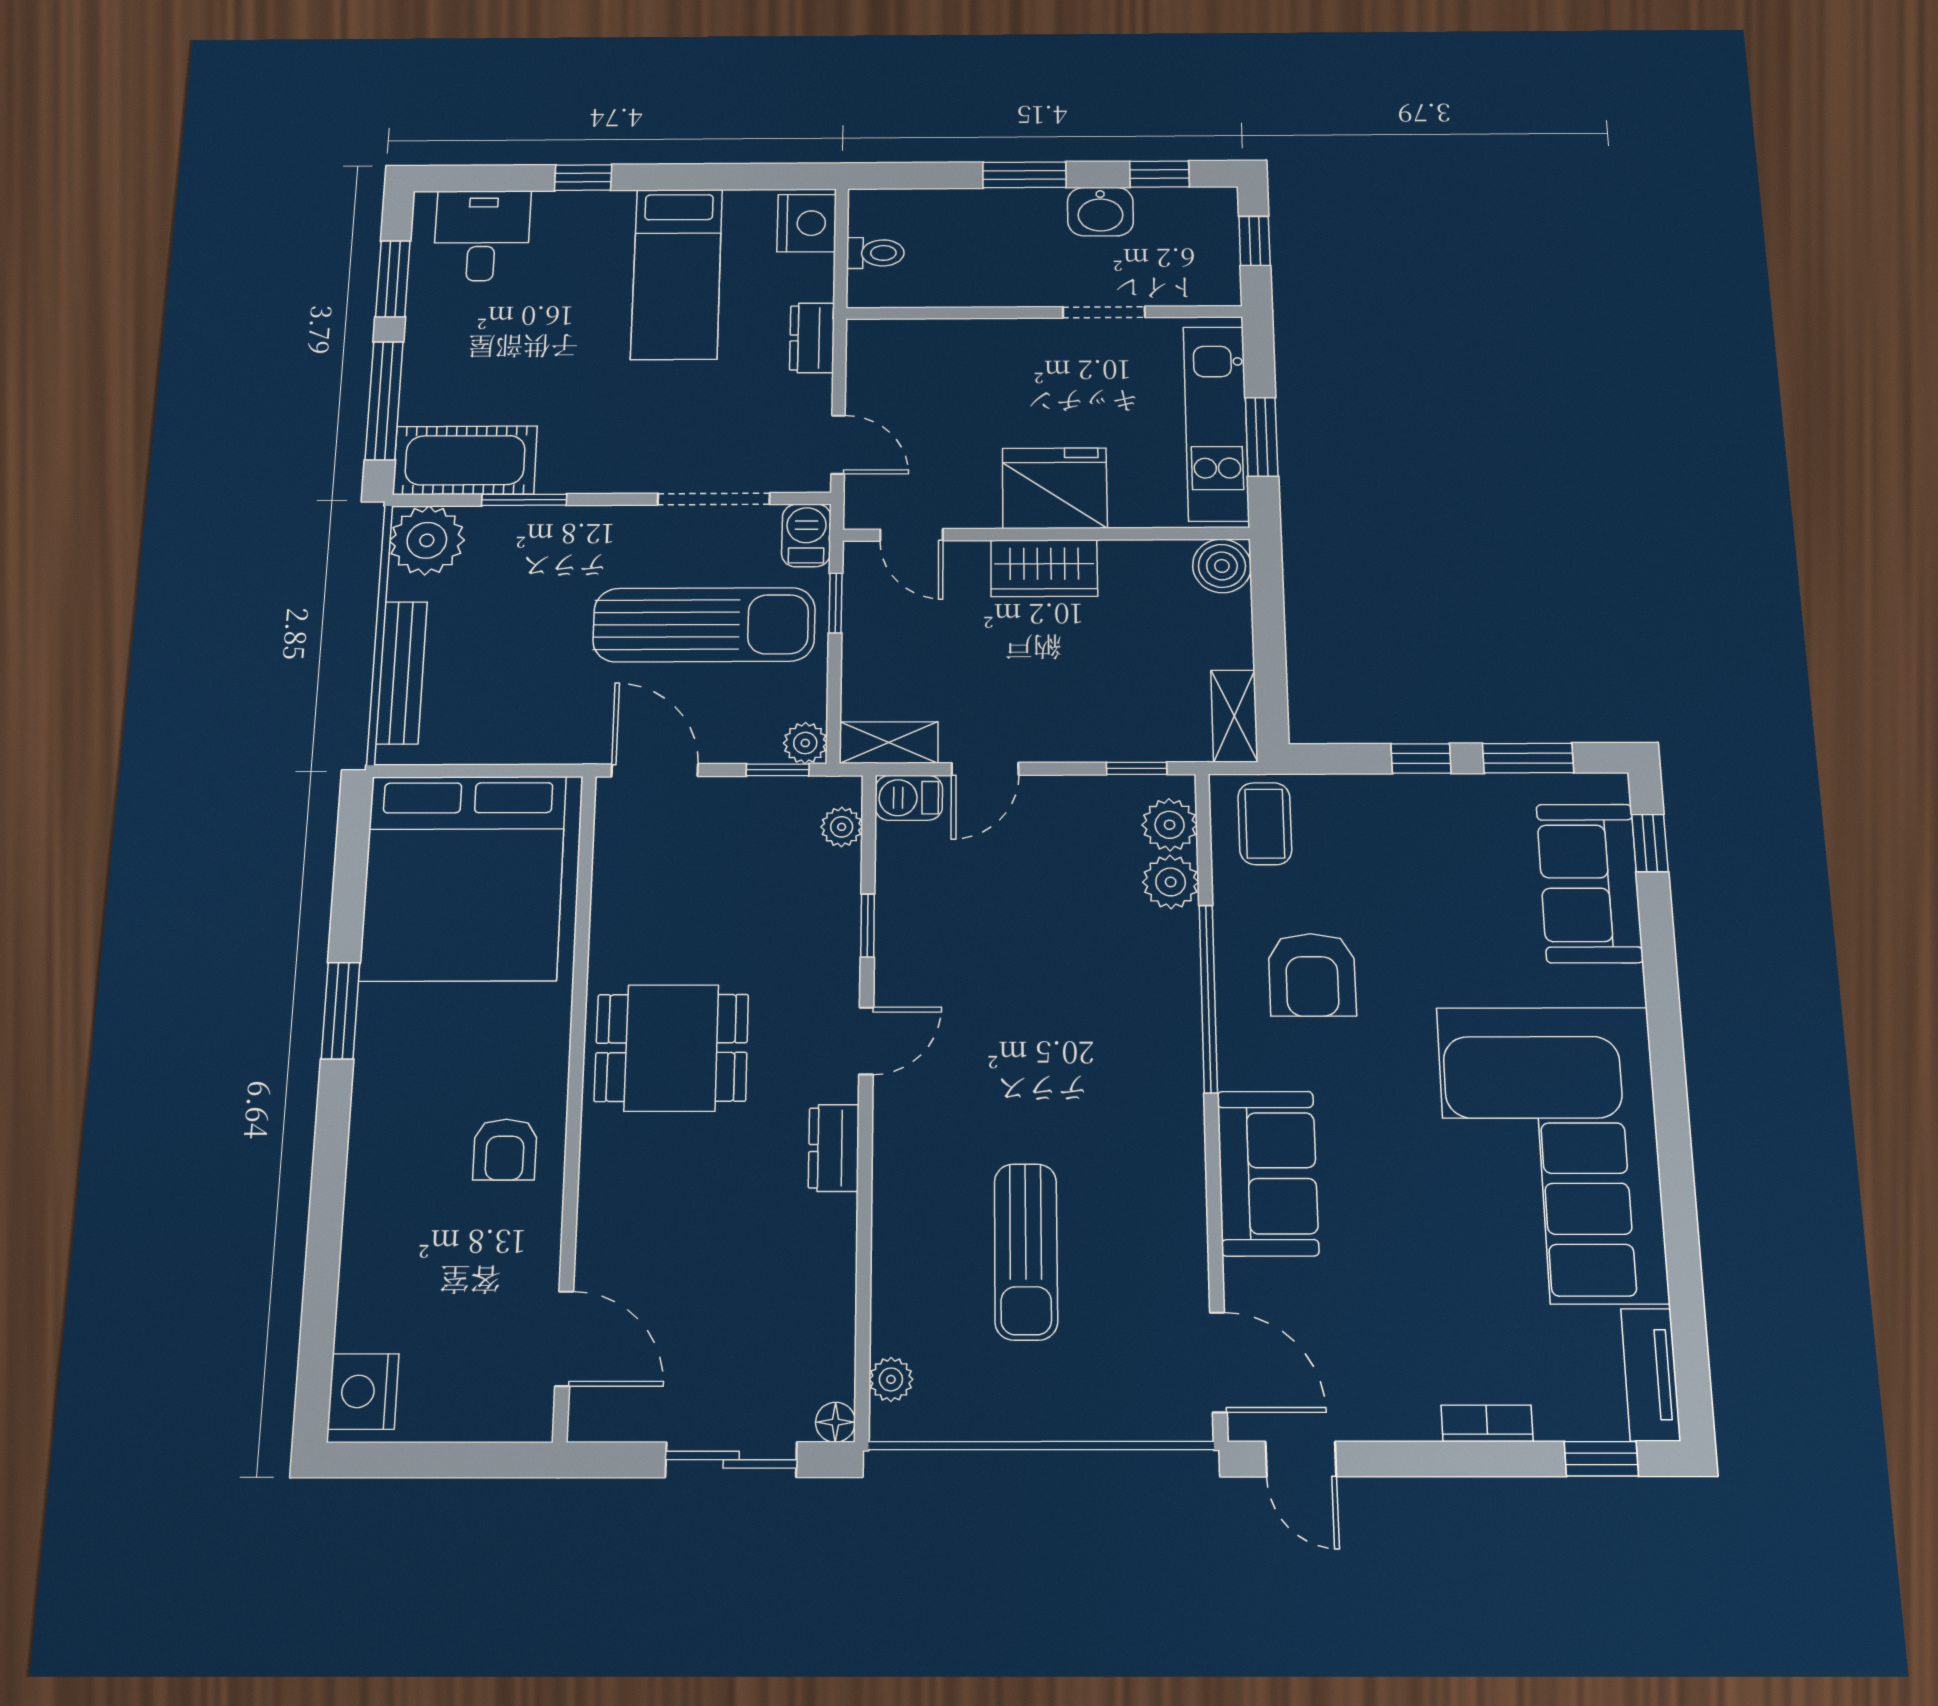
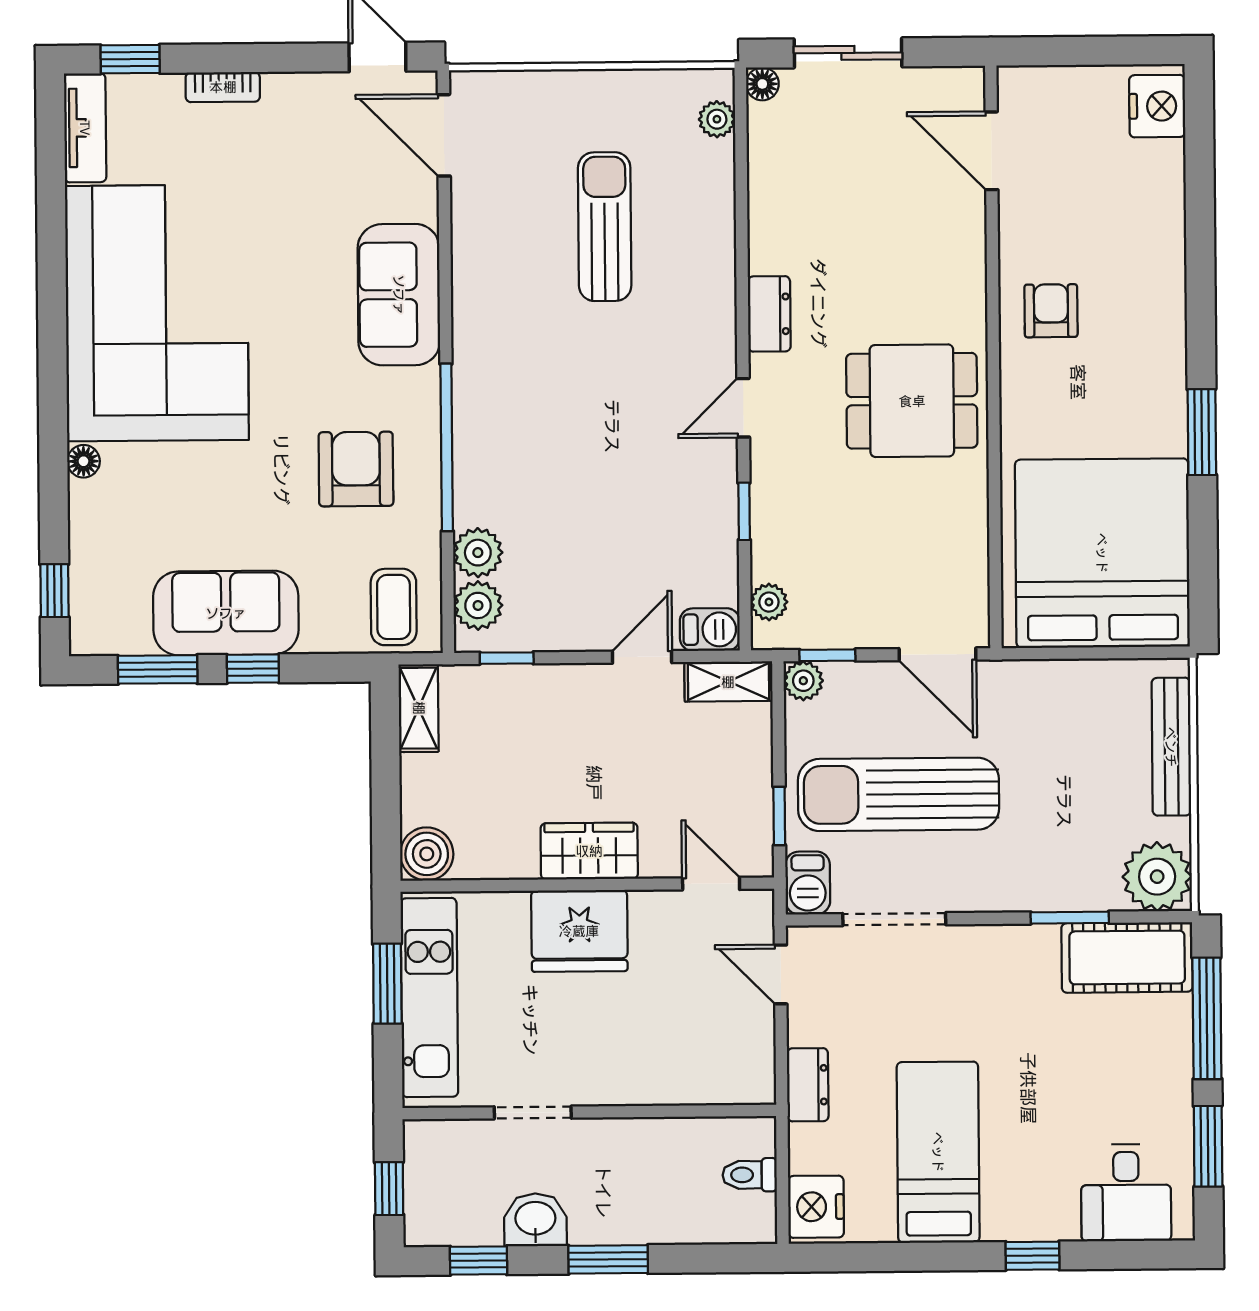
sofa: (1589, 883) -> (226, 613), moved, turned -90
floor lamp: (1626, 985) -> (84, 461), added

